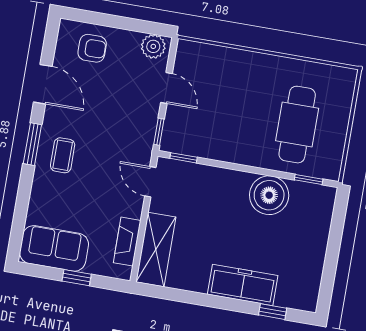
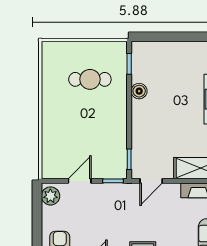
cafe table: (297, 125) -> (90, 79), width x0.73, depth x0.74
boiler: (269, 195) -> (139, 91), width x0.54, depth x0.54

